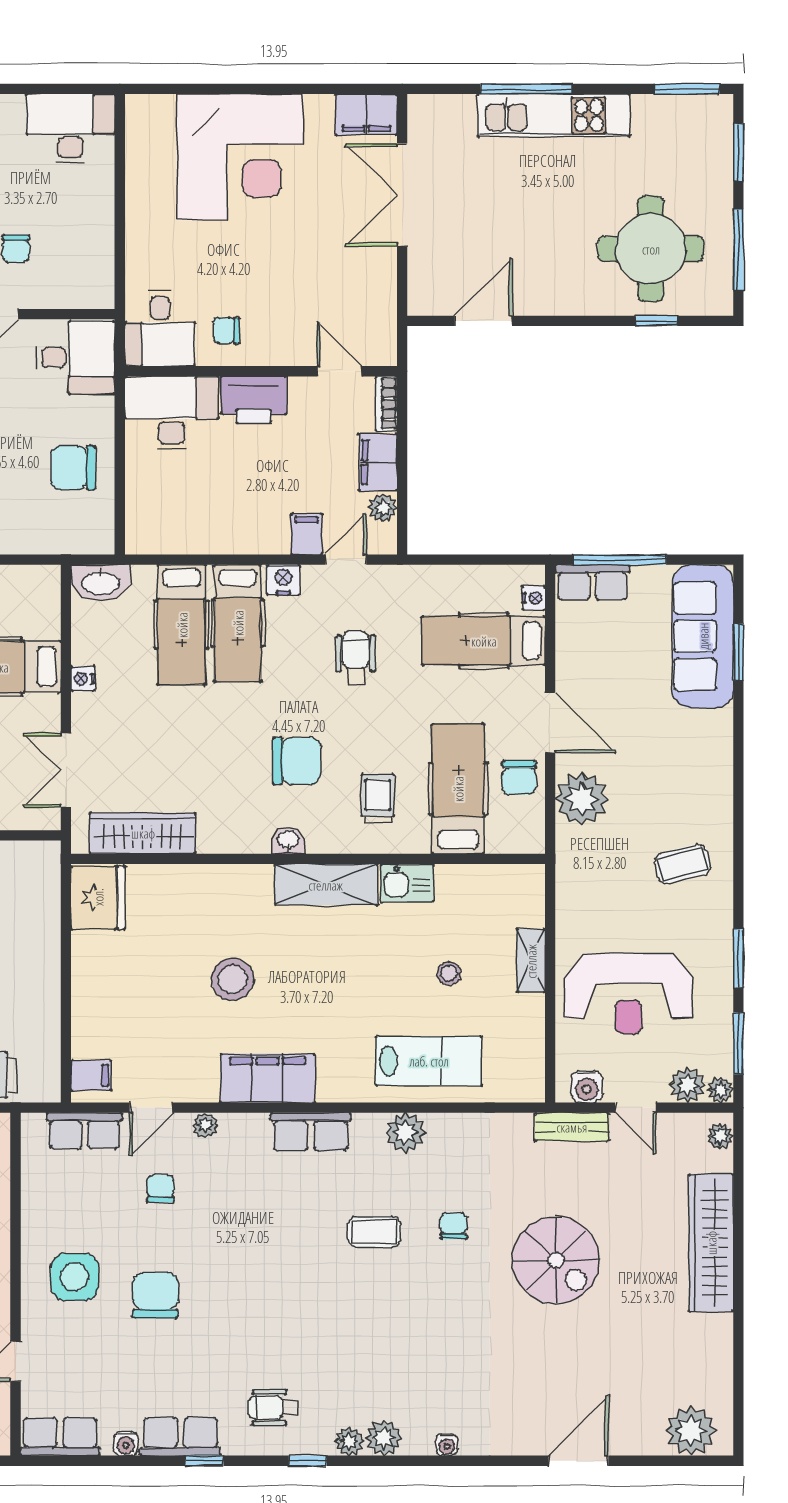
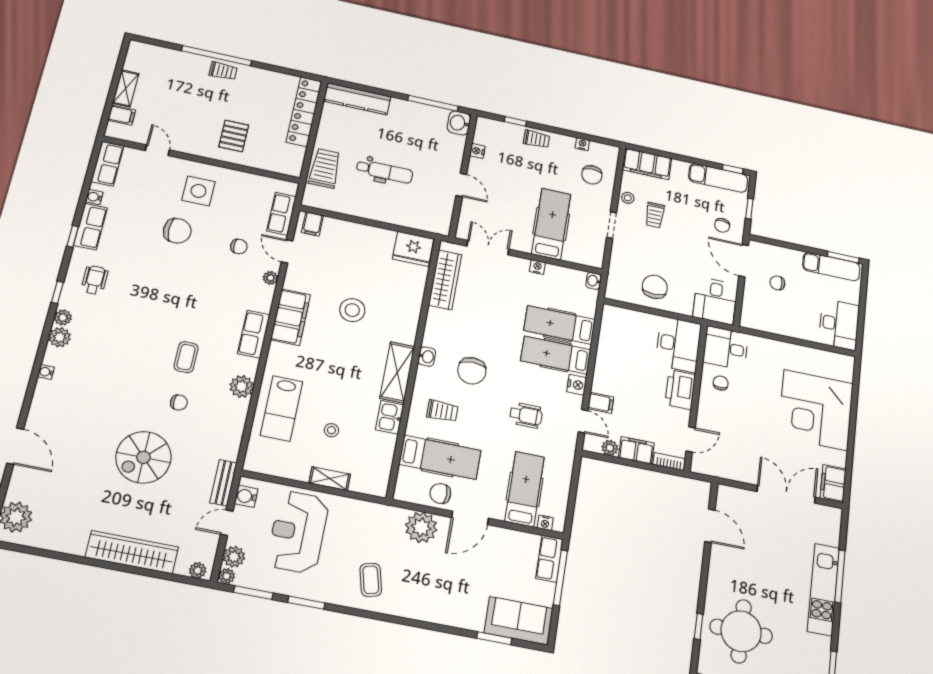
washbasin: (100, 583) -> (594, 281), width x0.52, depth x0.69
sofa: (703, 636) -> (519, 621), width x0.73

